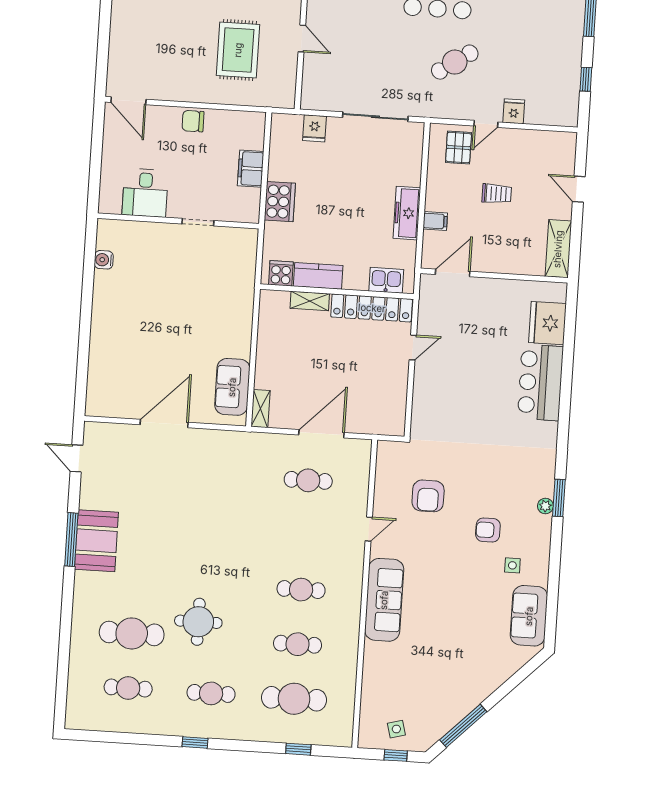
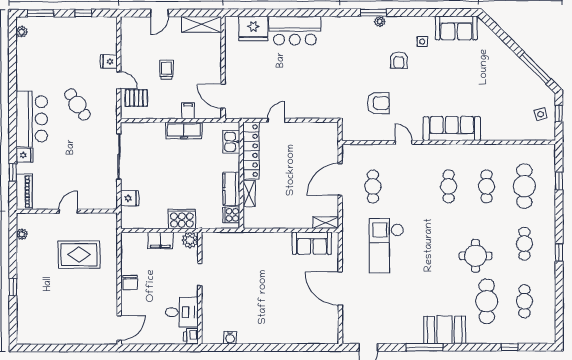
printer: (110, 204) -> (191, 336), added
plant: (248, 211) -> (190, 240), added
door: (413, 347) -> (276, 120), hinge flipped
door: (321, 434) -> (340, 179), hinge flipped
checkout: (221, 494) -> (386, 246), added
booth: (96, 541) -> (445, 330), moved
window: (63, 662) -> (510, 347), added

